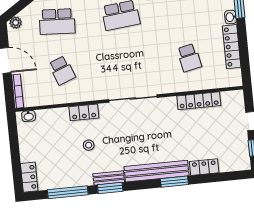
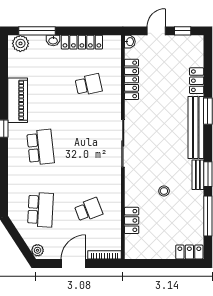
locker: (84, 112) -> (132, 220), moved
washbasin: (29, 116) -> (130, 42), moved

